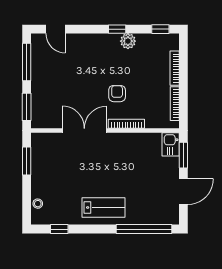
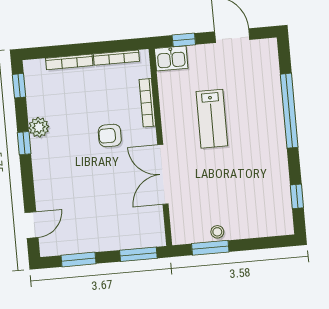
window: (27, 62) -> (79, 259), width x0.69
bookcase: (126, 124) -> (147, 103), moved
window: (183, 155) -> (184, 40), width x0.67
stool: (38, 204) -> (217, 232), moved
lab bench: (103, 208) -> (212, 119), moved, turned 180
window: (144, 229) -> (289, 111), moved

